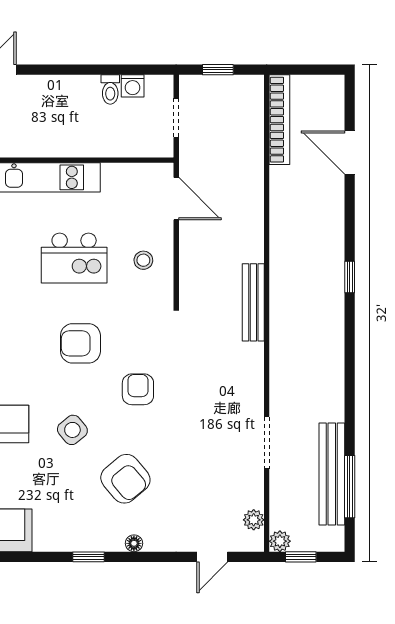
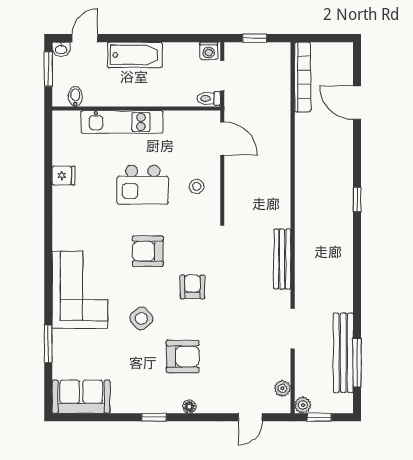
washing machine: (133, 86) -> (209, 51), moved
toilet: (110, 89) -> (209, 98), moved, turned 90
bathtub: (64, 91) -> (135, 55), added
bench: (253, 302) -> (282, 259), moved
armchair: (125, 479) -> (183, 356), turned -50

